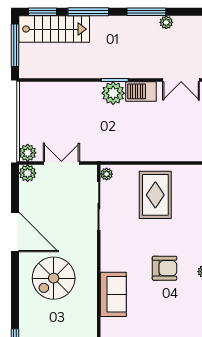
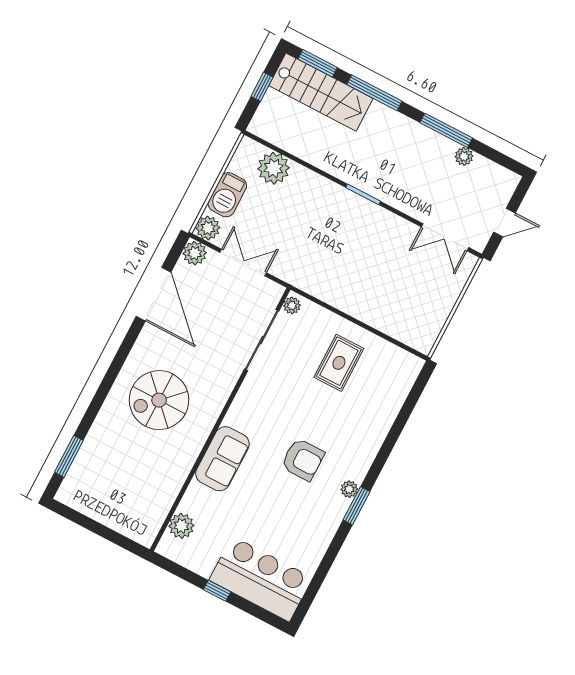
window: (15, 45) -> (262, 87), width x0.46
barbecue: (141, 91) -> (227, 195), moved, turned -90
plant: (113, 93) -> (274, 168), moved
rug: (155, 195) -> (339, 363), width x0.73, depth x0.70
door: (15, 232) -> (154, 294), moved

